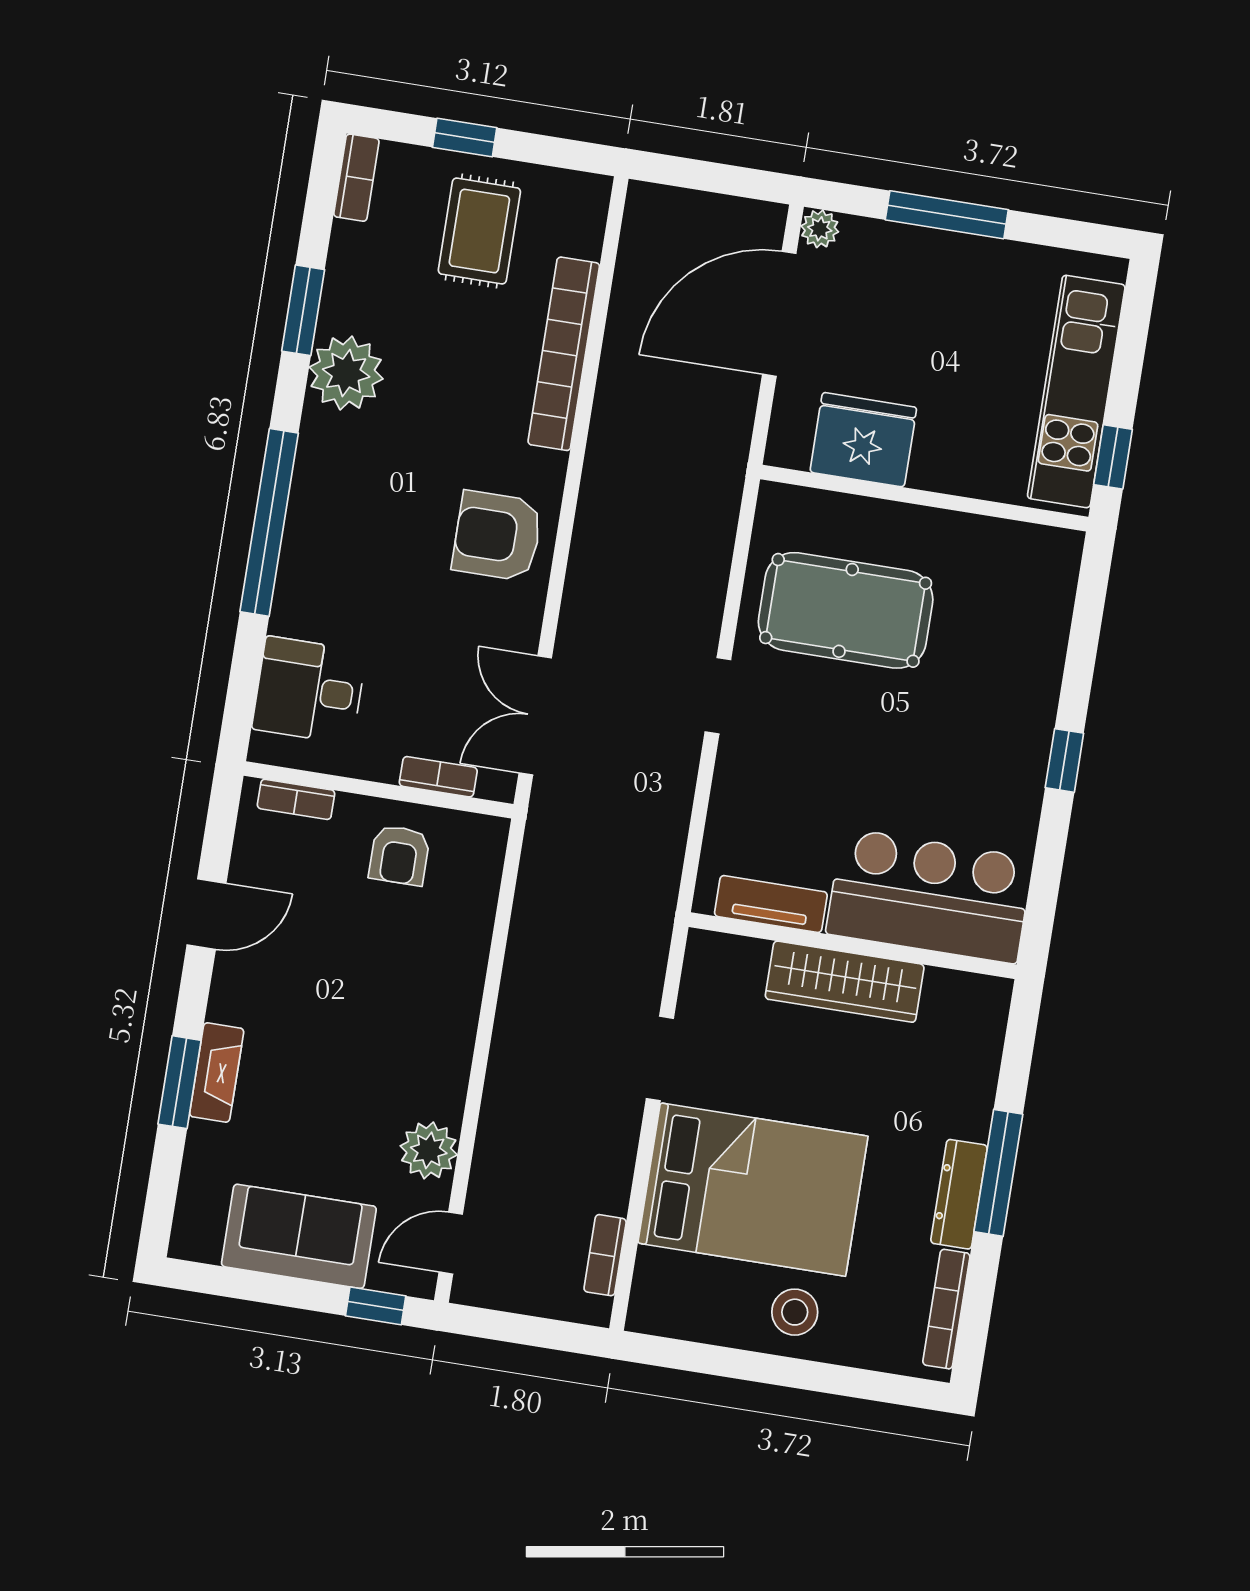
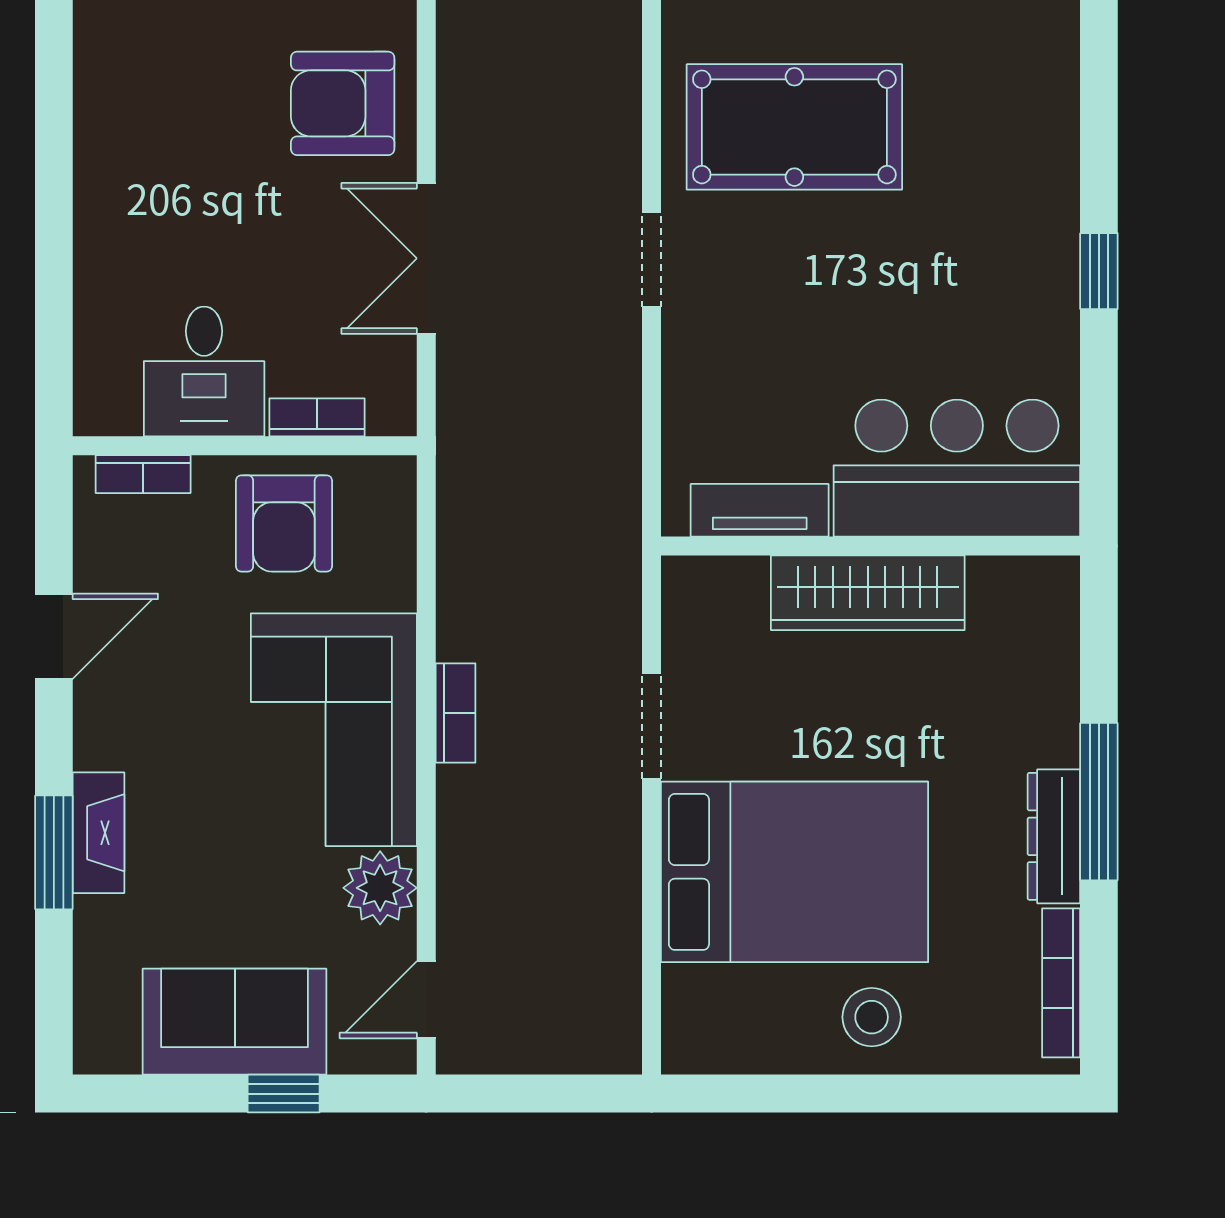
window: (269, 522) -> (54, 132), removed
desk: (309, 690) -> (204, 371), moved, turned -90
double door: (535, 715) -> (426, 258), moved
armchair: (399, 855) -> (284, 523), width x1.38, depth x1.38
corner sofa: (412, 1022) -> (334, 730), added
bookcase: (605, 1255) -> (455, 713), moved, turned 180
window: (376, 1306) -> (284, 1094), moved

